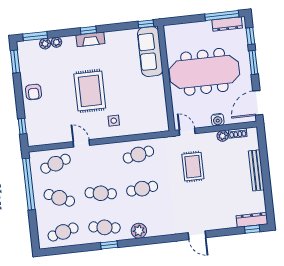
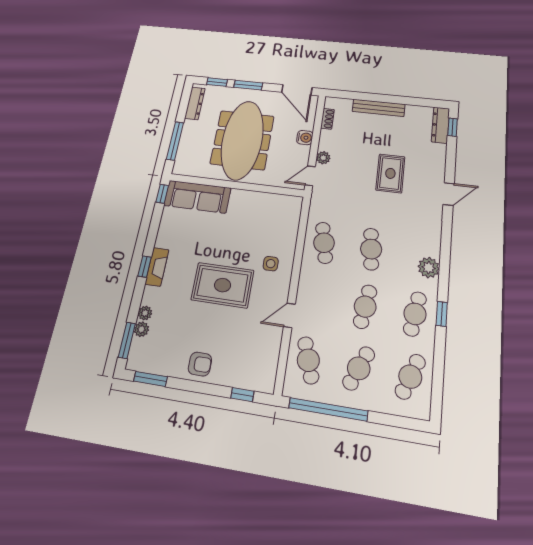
window: (222, 16) -> (175, 141), moved
plant: (222, 136) -> (323, 158), moved
rug: (193, 167) -> (390, 173), moved, turned 90
cafe table: (63, 232) -> (410, 377), turned 36

